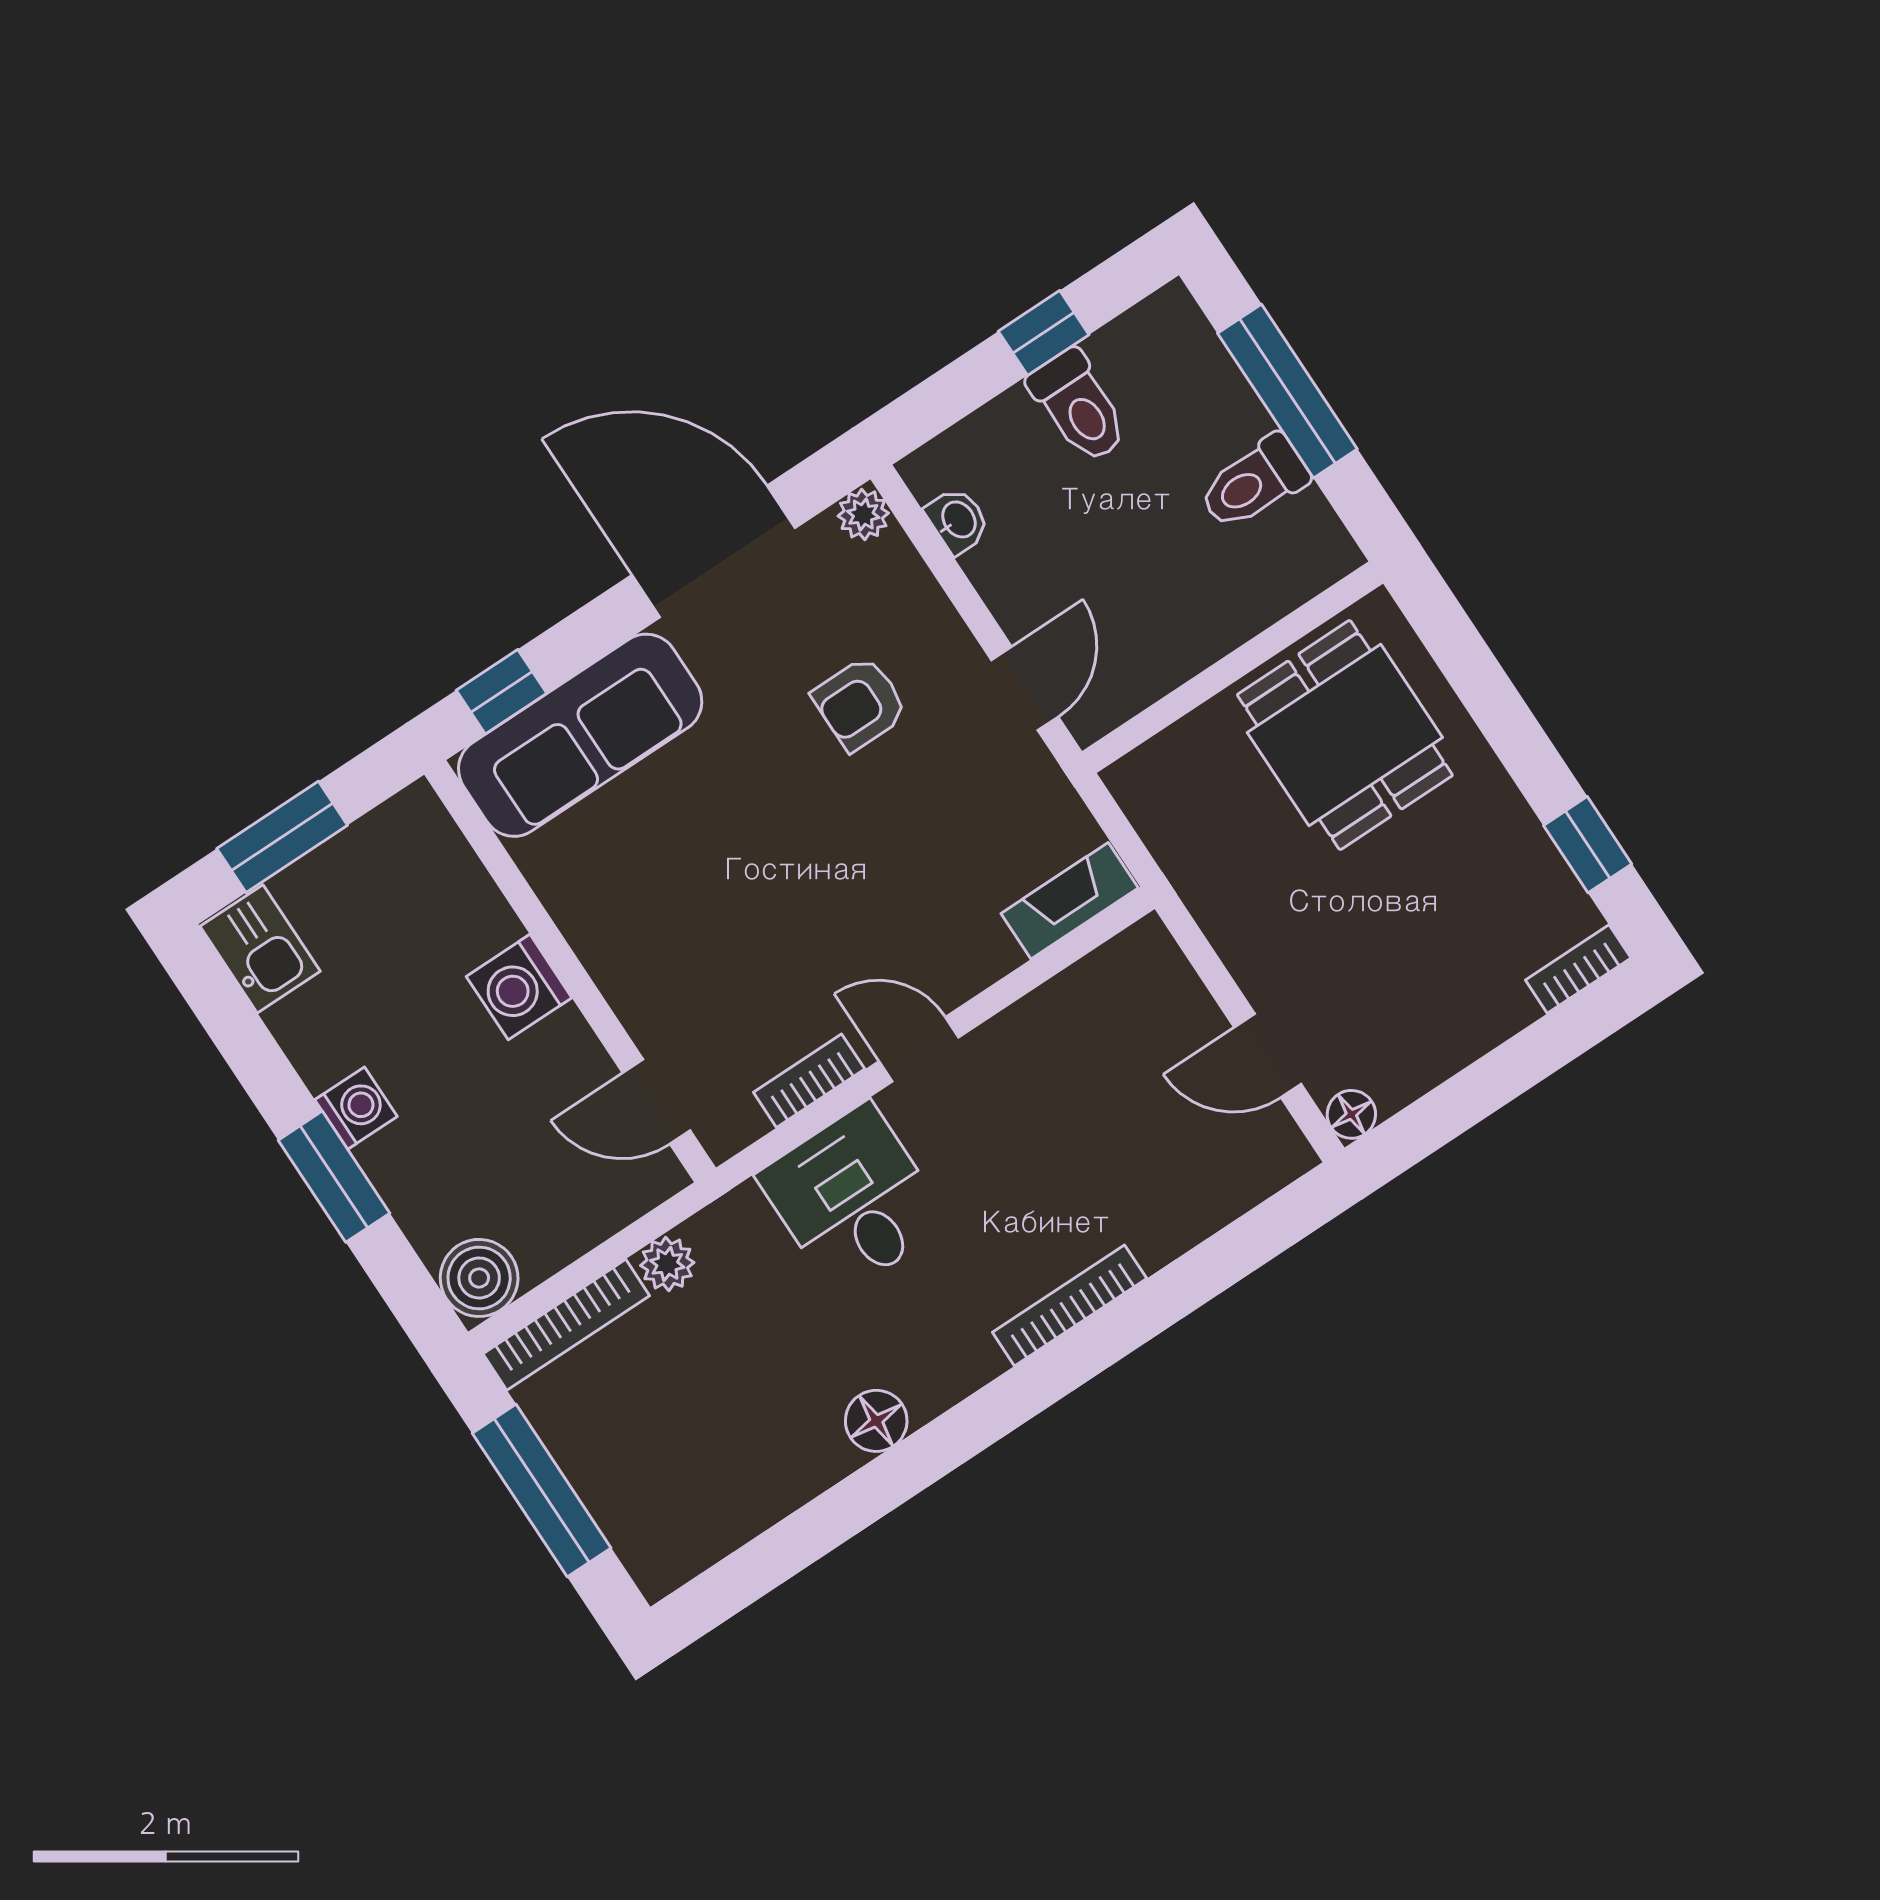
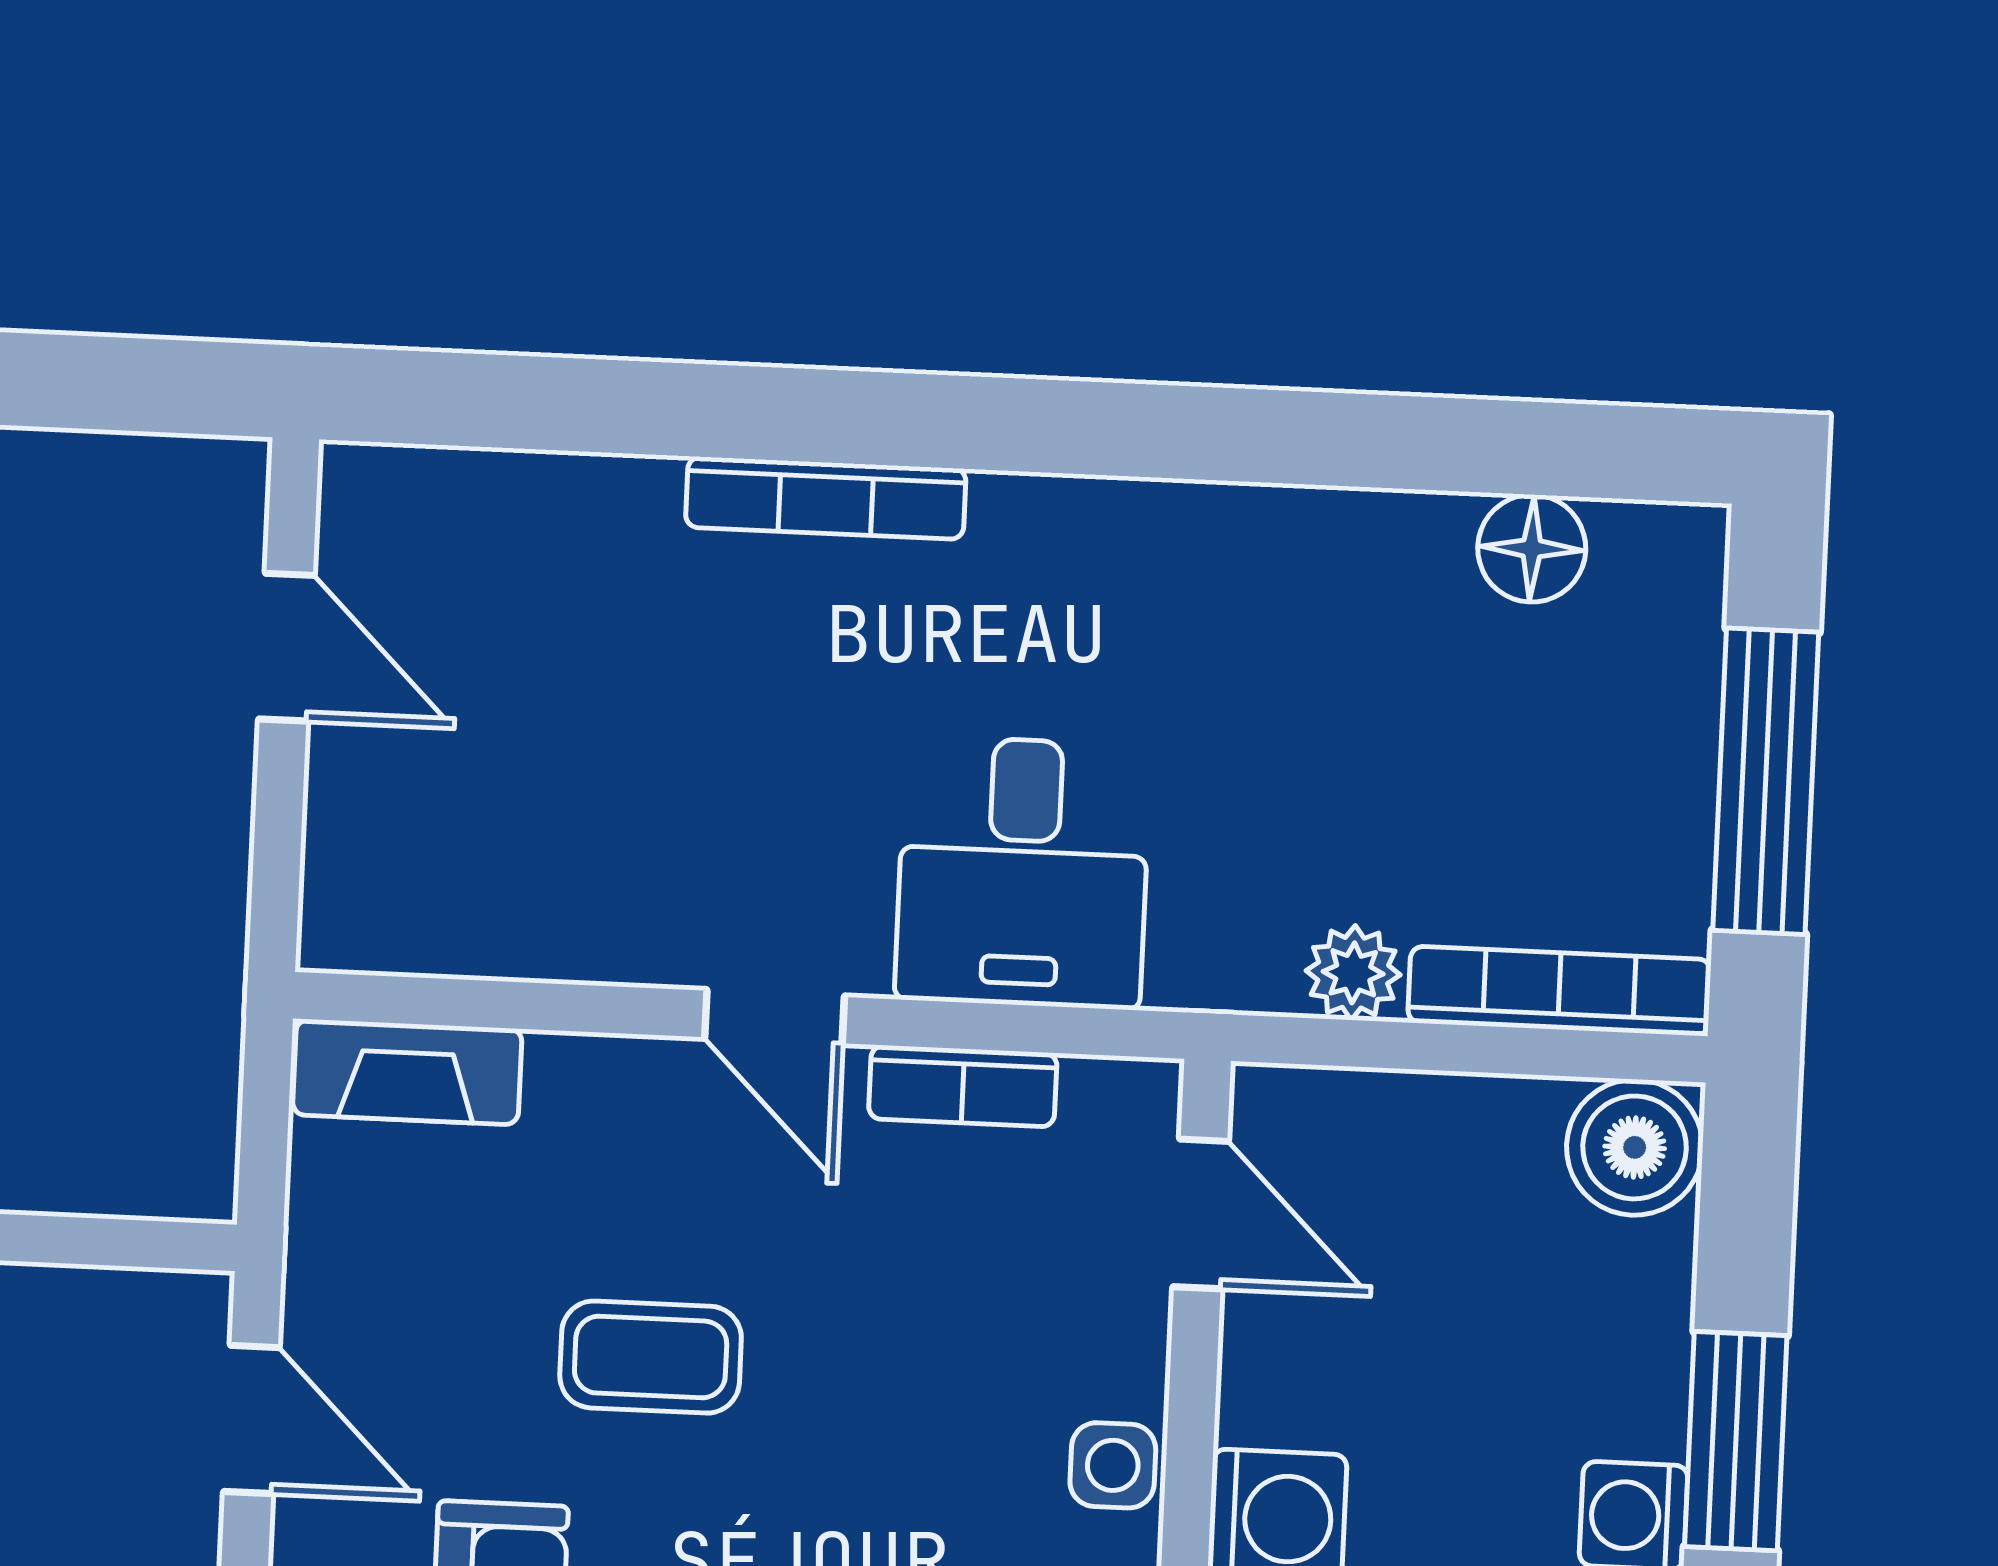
door: (1025, 688) -> (251, 1419), swing flipped
coffee table: (862, 851) -> (651, 1357), added
side table: (613, 956) -> (1113, 1465), added
floor lamp: (1351, 1114) -> (229, 478), removed
floor lamp: (876, 1421) -> (1532, 548), moved

